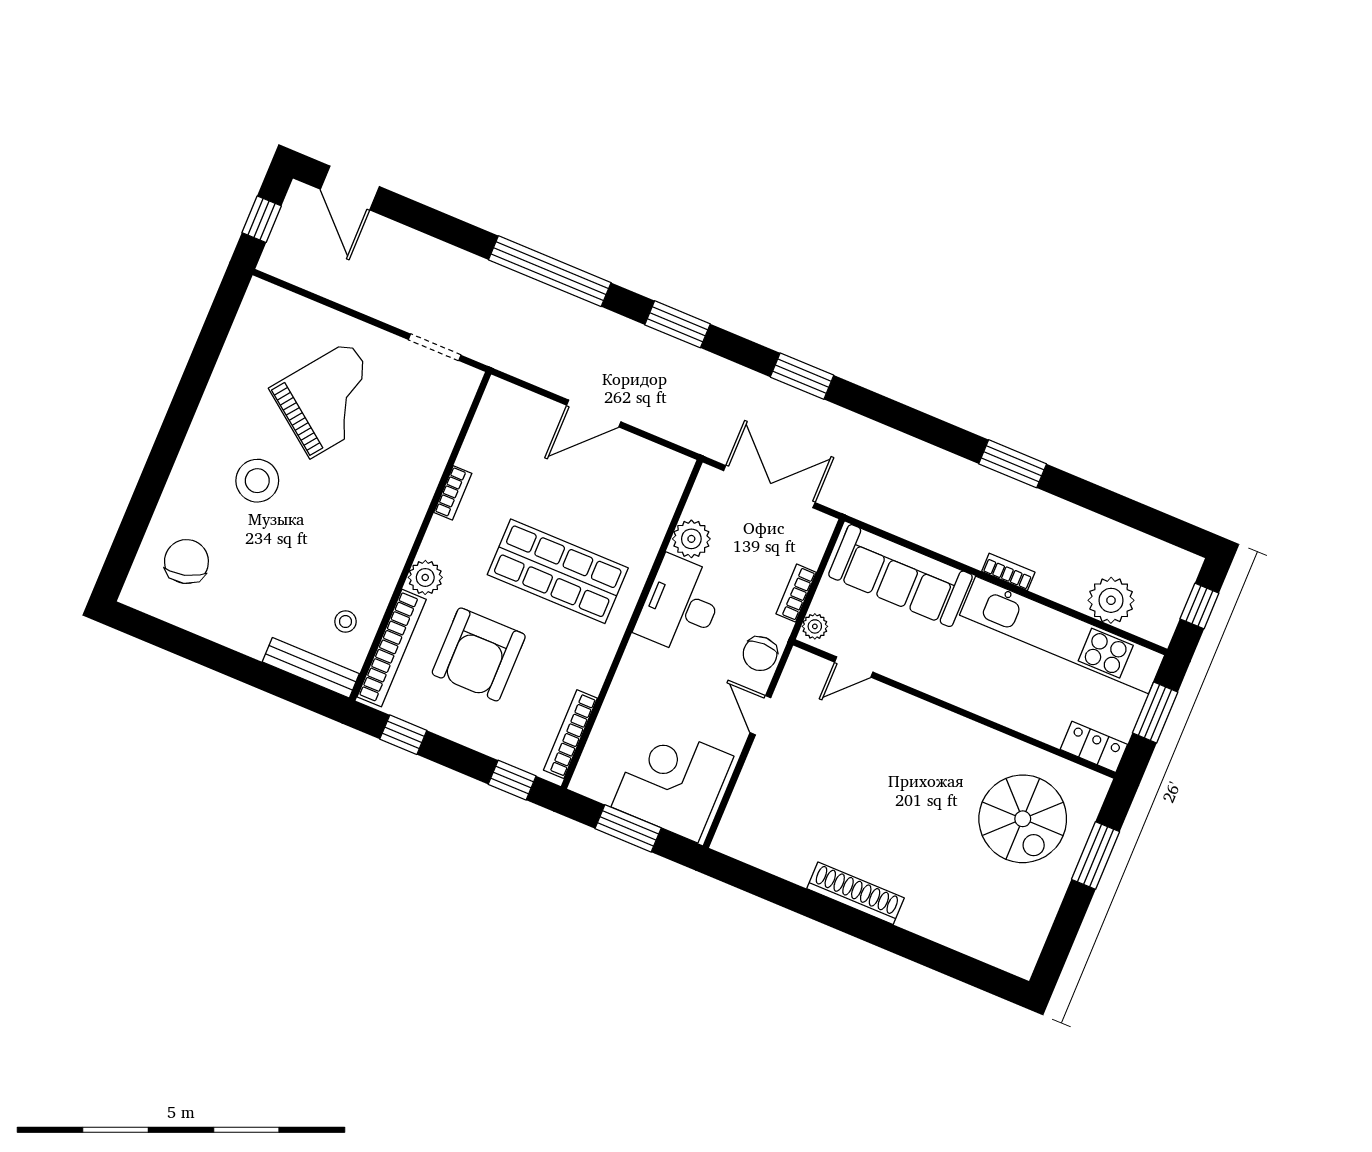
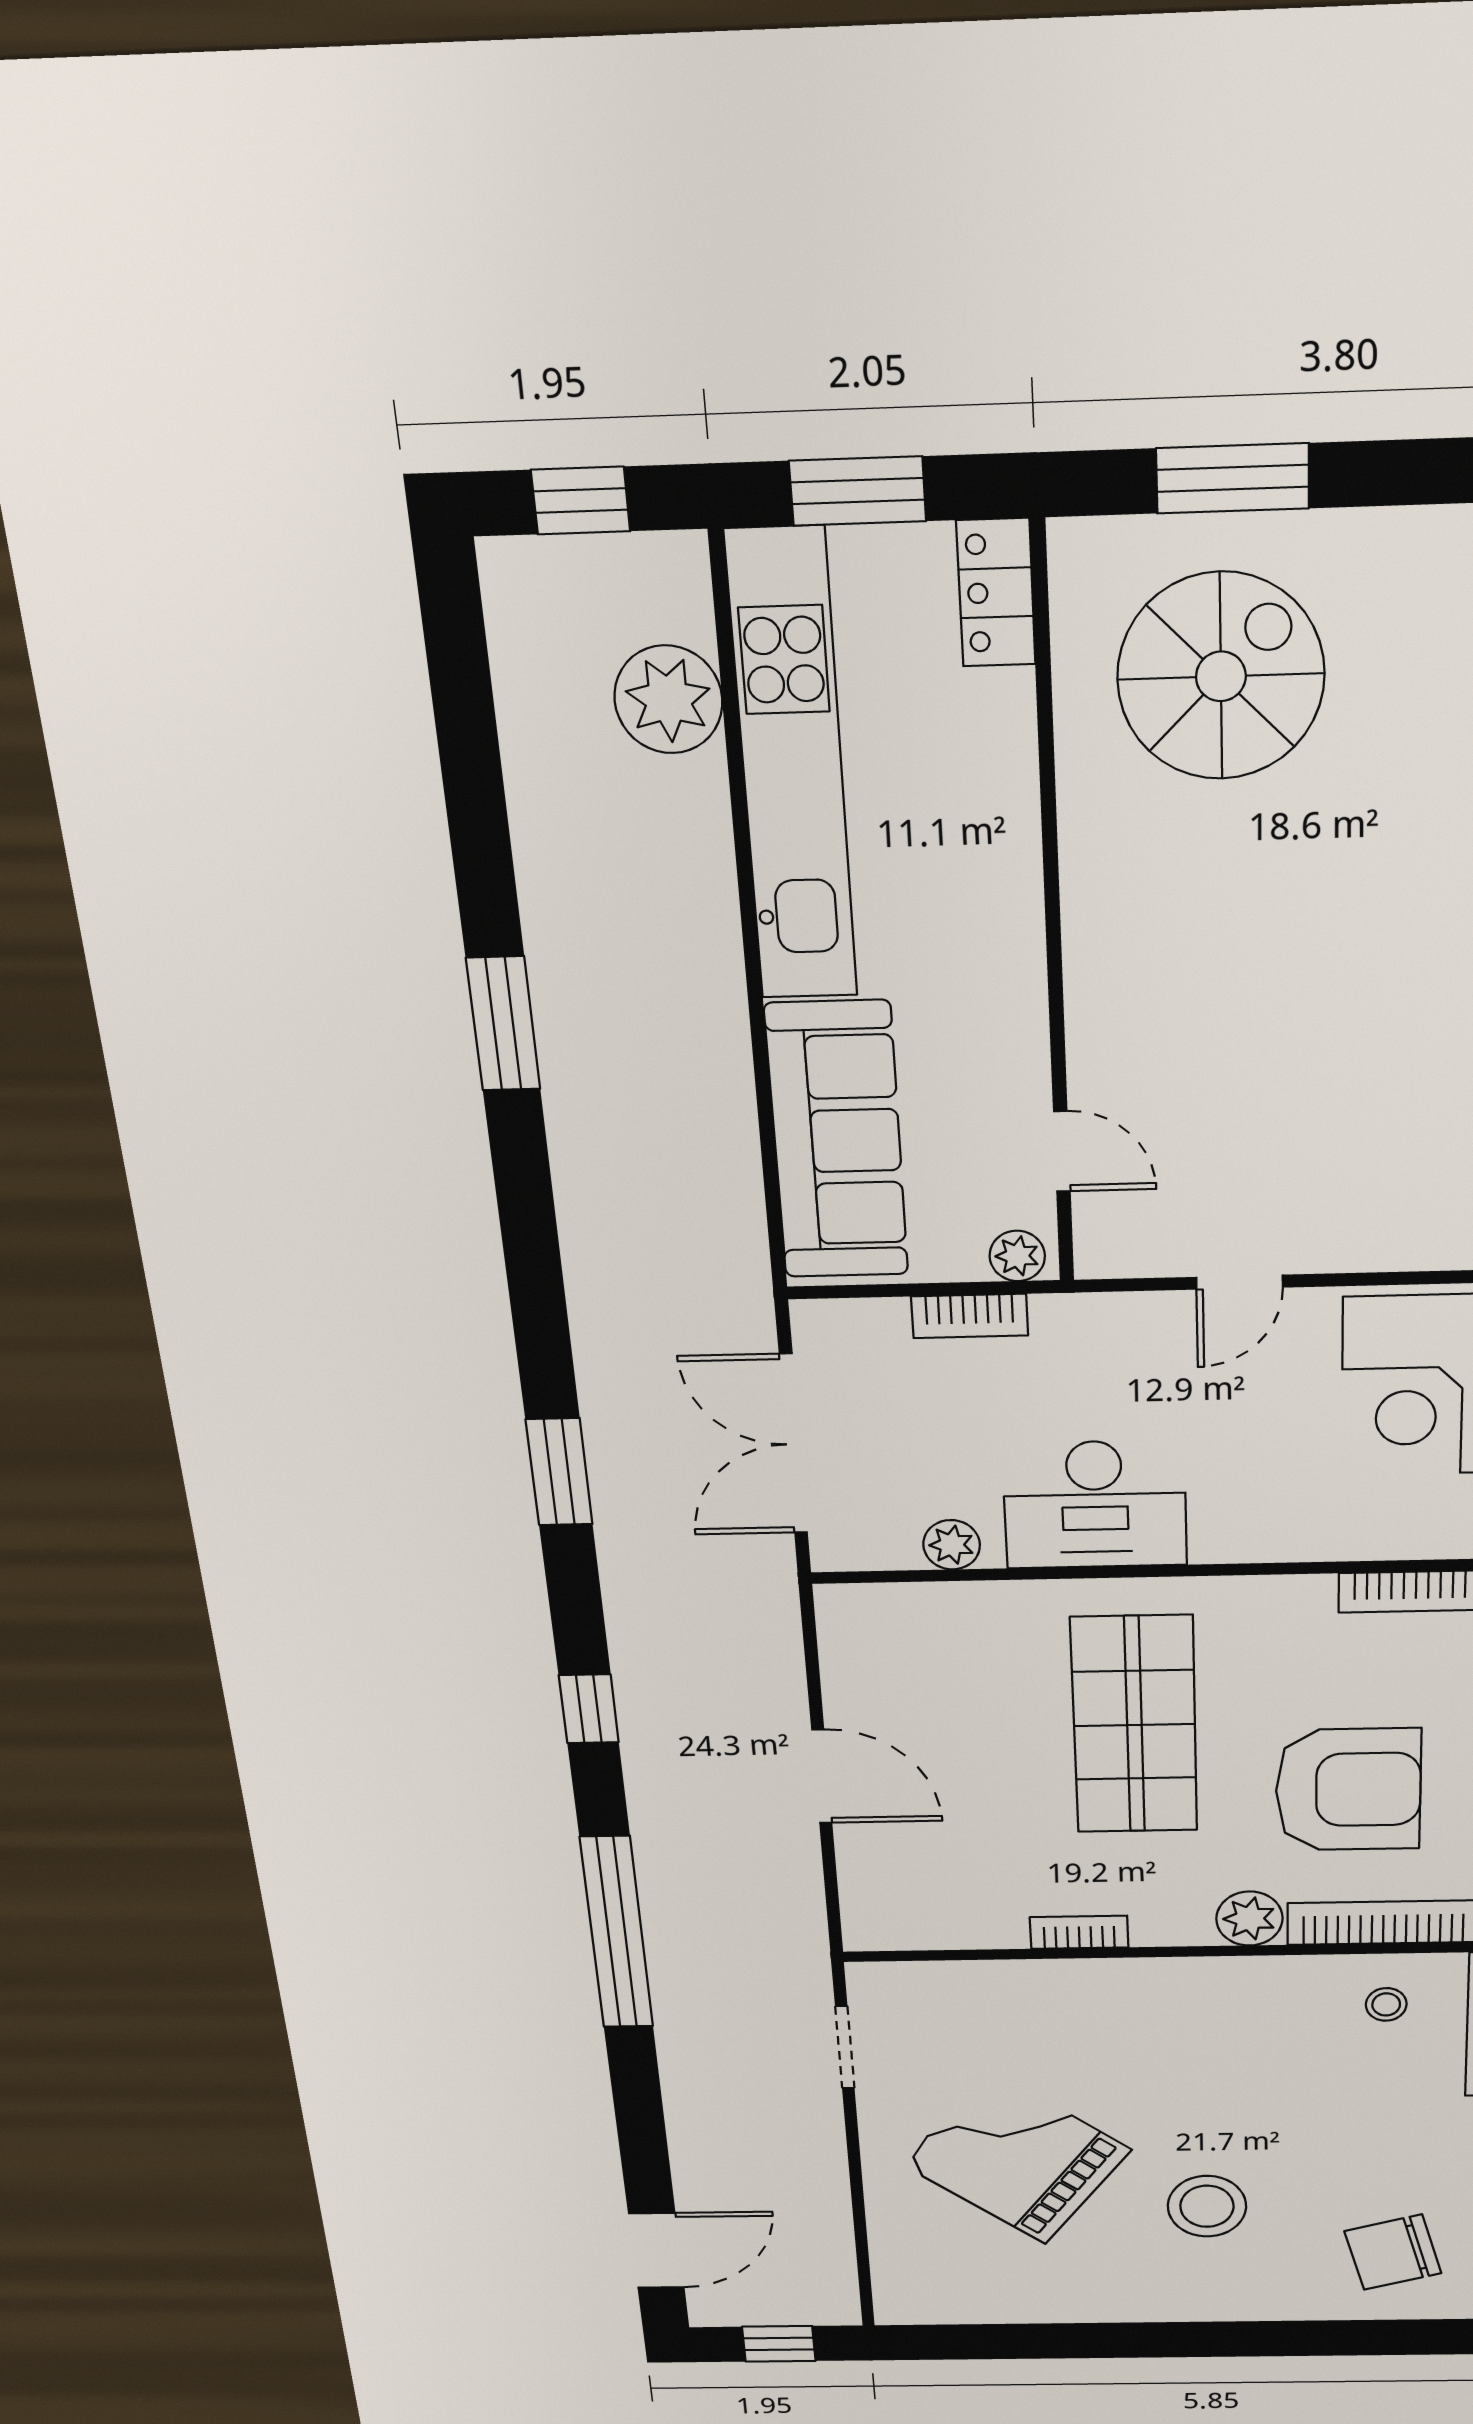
window: (677, 324) -> (589, 1709), width x0.67
plant: (691, 539) -> (952, 1545), width x0.73, depth x0.73
bookcase: (1008, 572) -> (720, 937), removed
chair: (760, 654) -> (1119, 1332), removed

